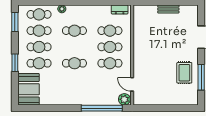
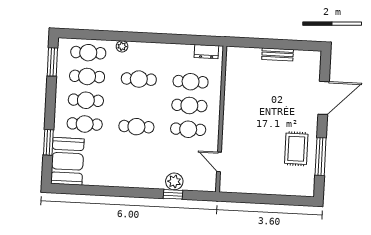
window: (15, 63) -> (48, 142), moved
plant: (124, 99) -> (174, 181), moved
window: (102, 108) -> (173, 194), width x0.32

